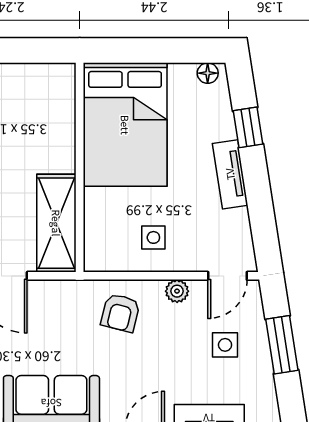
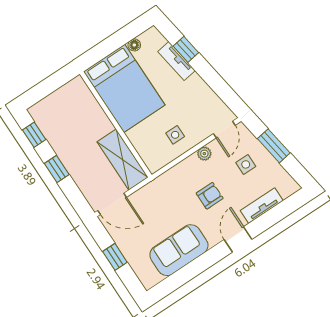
floor lamp: (208, 73) -> (134, 45), moved
tv unit: (230, 174) -> (177, 61), moved
armchair: (120, 313) -> (210, 196), moved, turned -104

